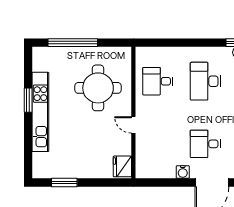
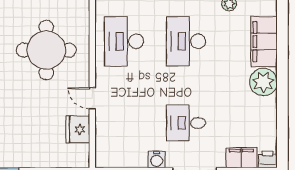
desk: (158, 81) -> (124, 41), width x1.37
fridge: (122, 166) -> (78, 129), moved

